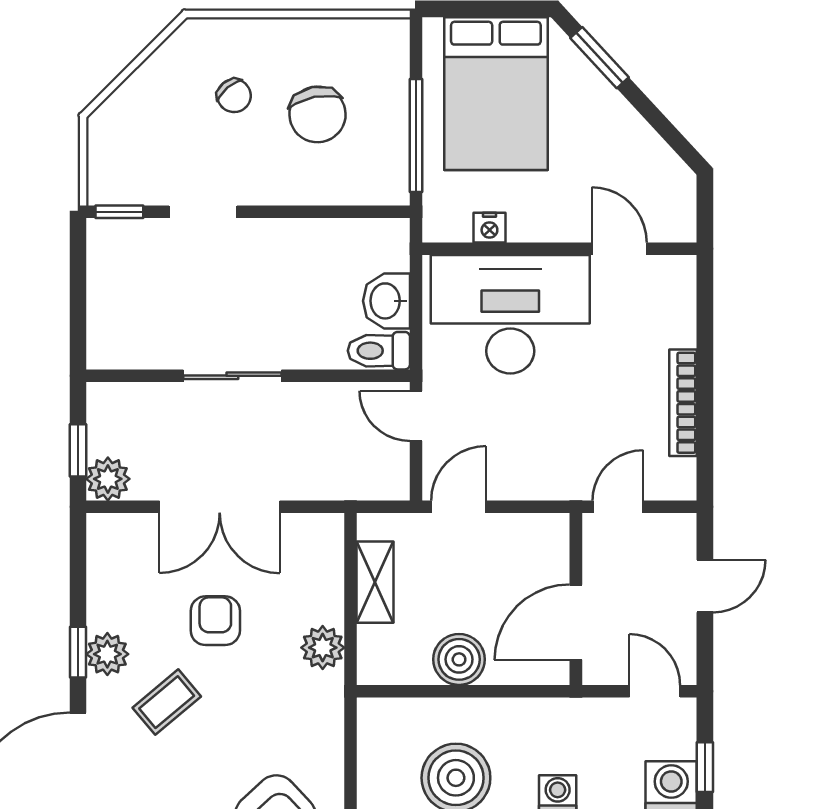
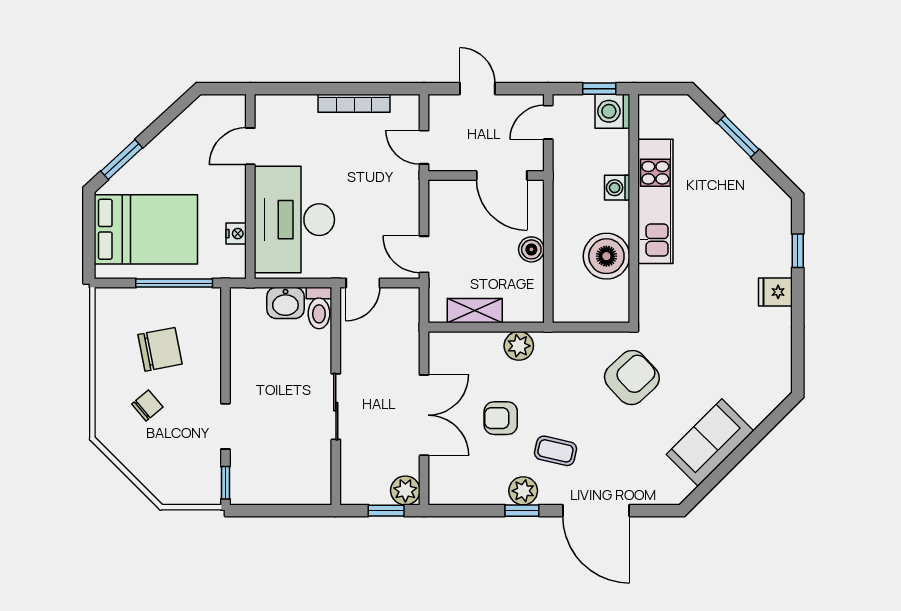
boiler: (459, 659) -> (531, 249), width x0.73, depth x0.73
coffee table: (167, 702) -> (555, 451), turned -37

